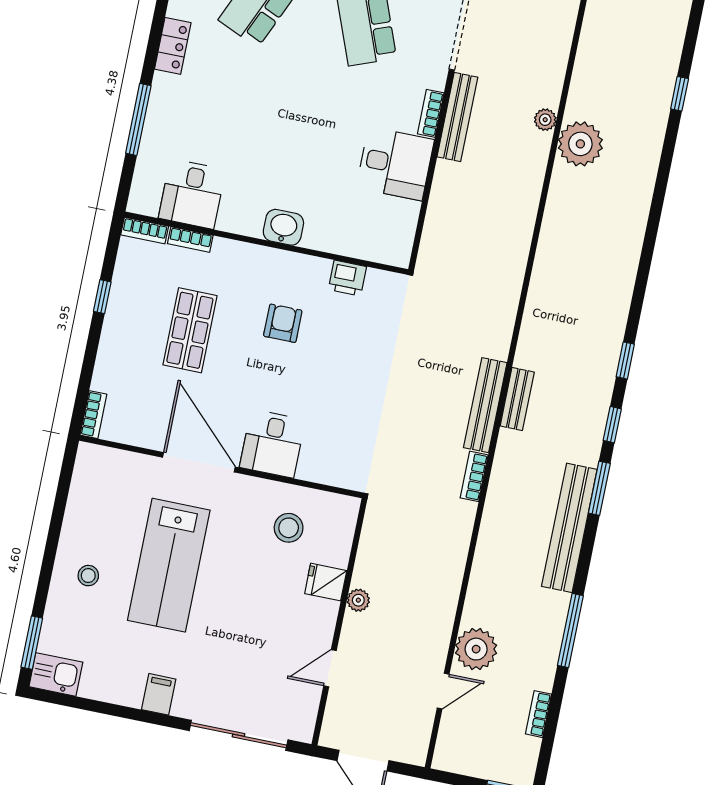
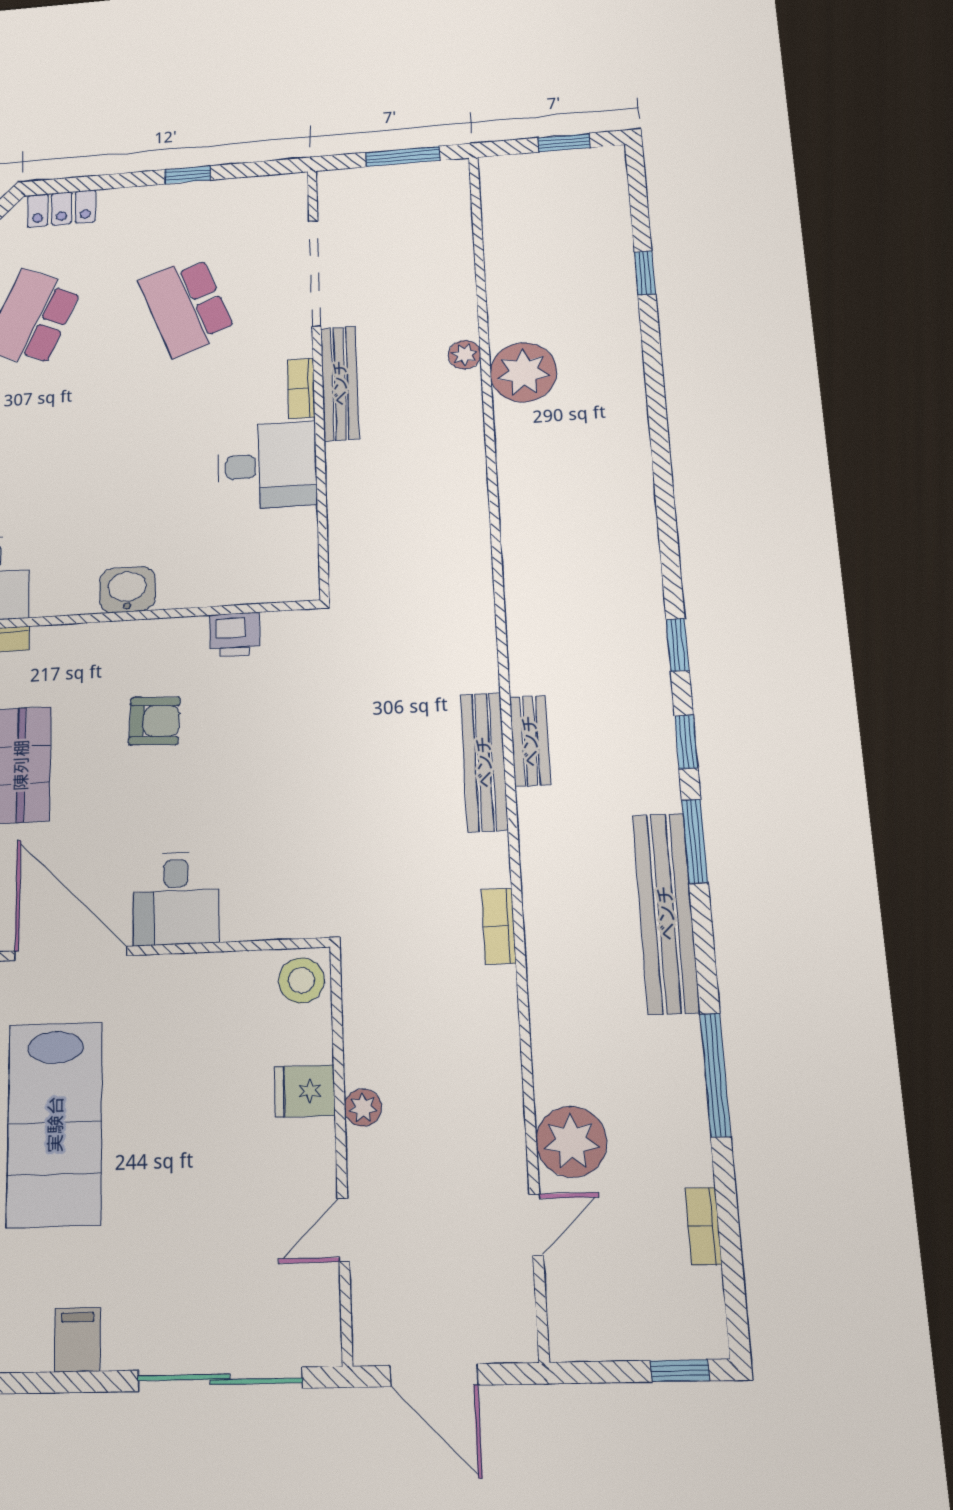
armchair: (283, 323) -> (155, 721), turned 93
bookcase: (474, 476) -> (499, 926), moved
stool: (289, 528) -> (301, 980), moved

